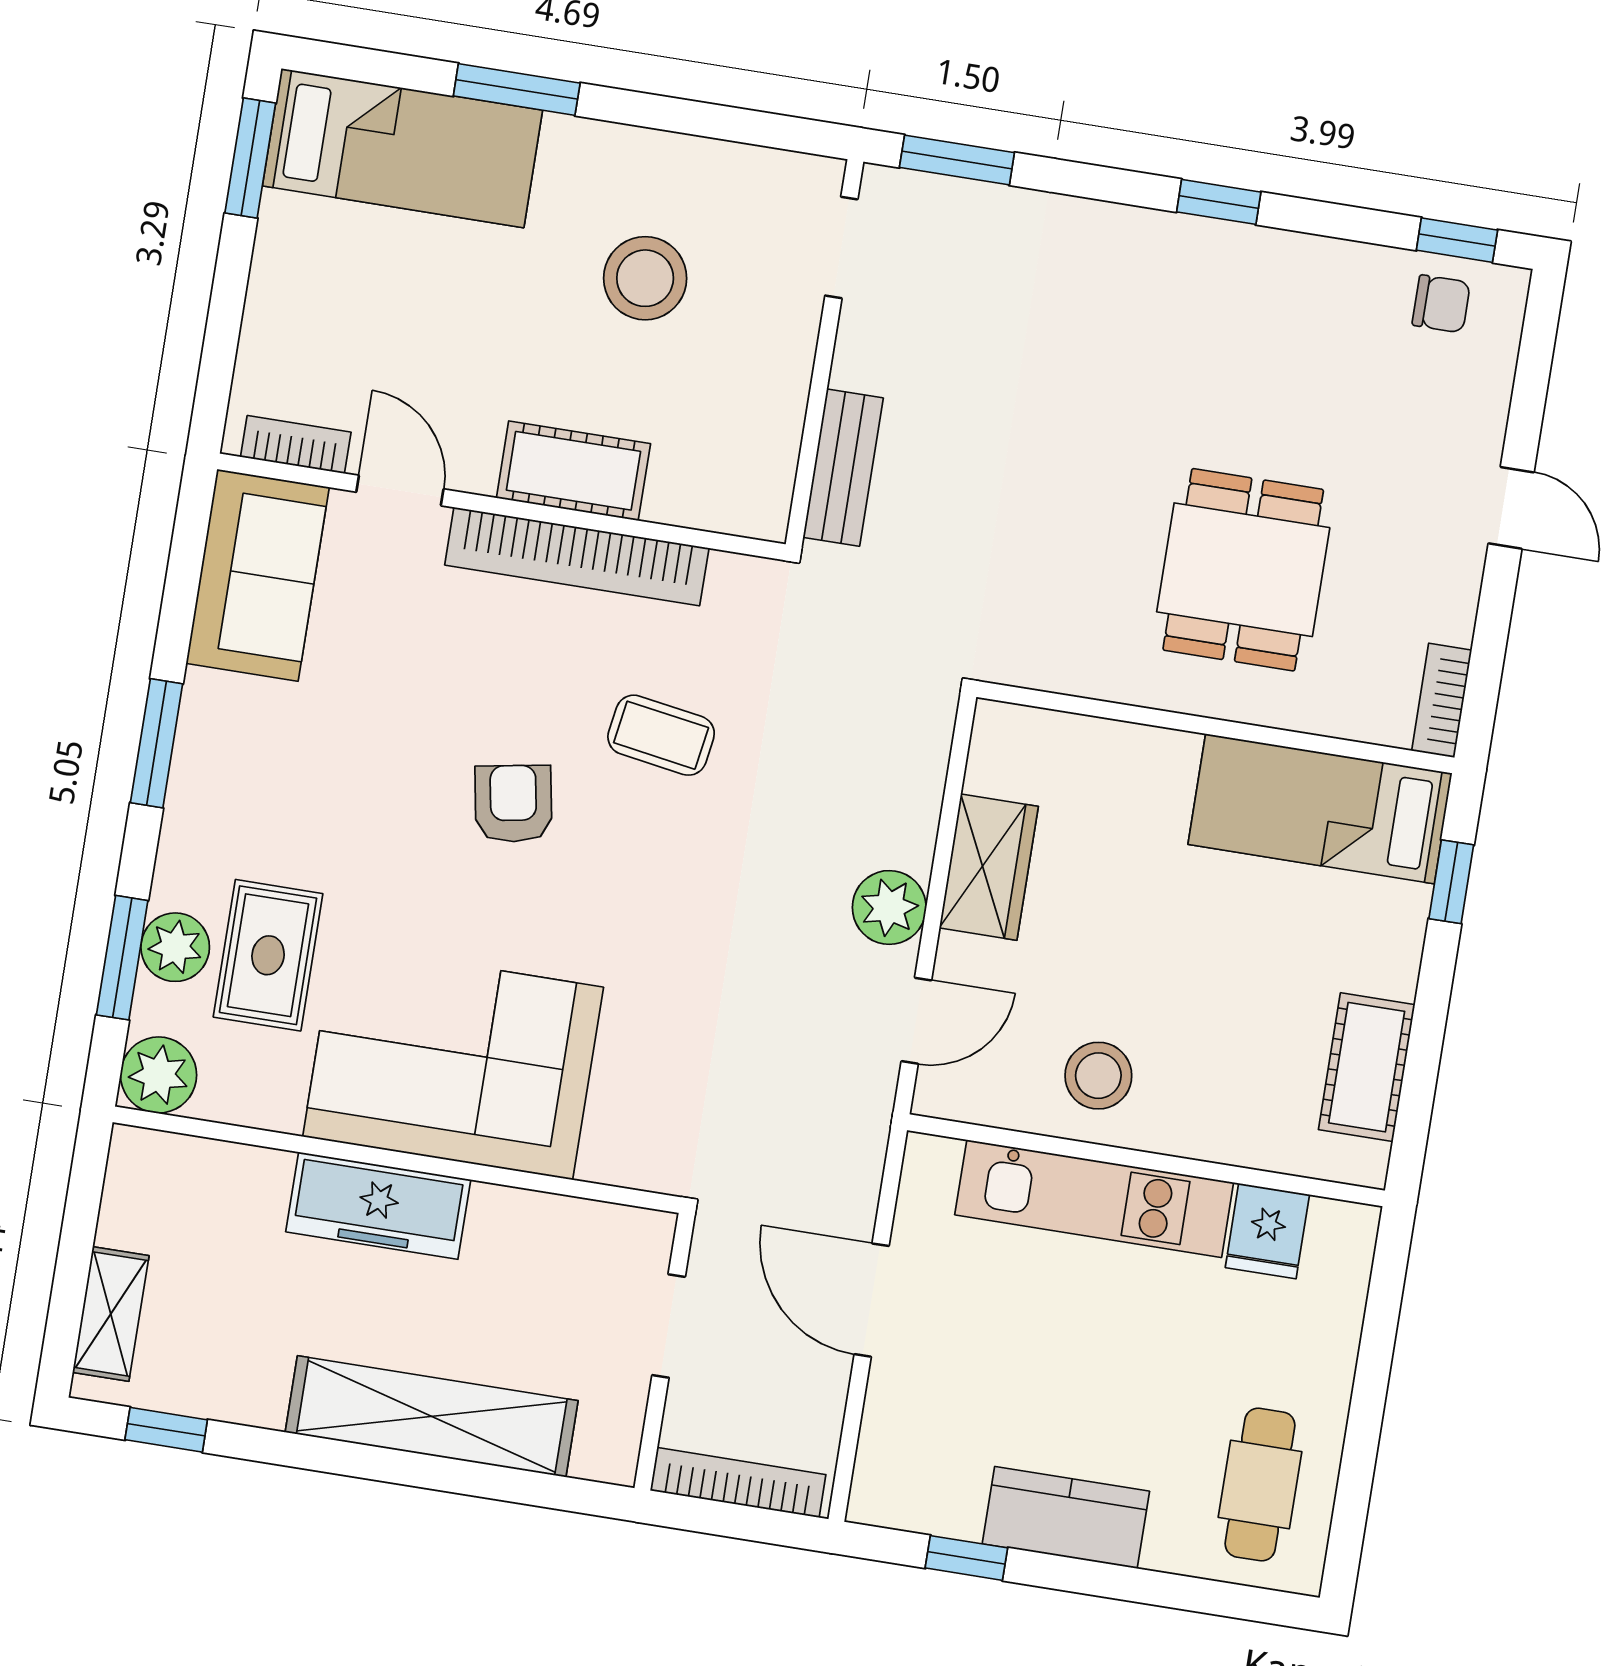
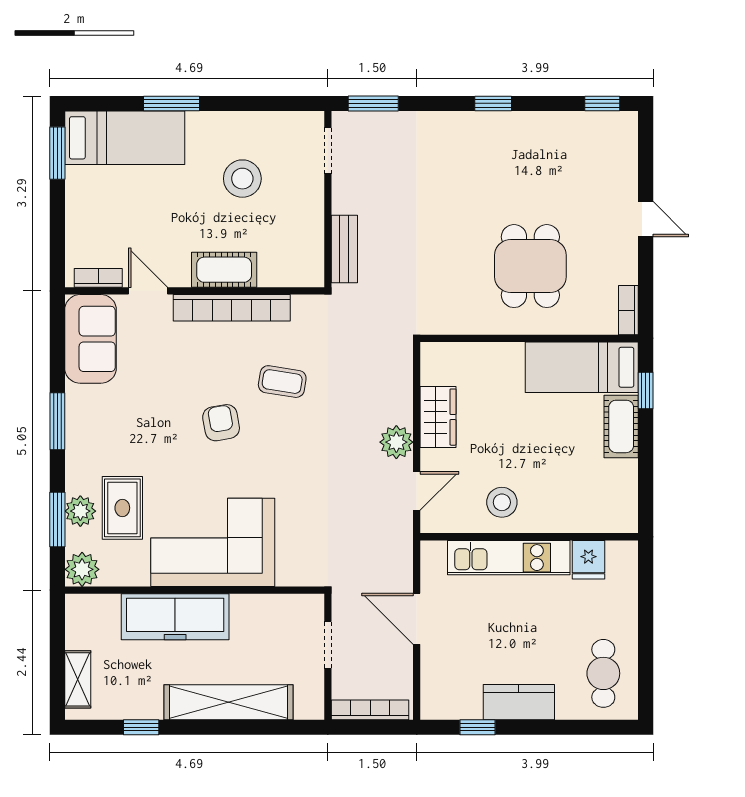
chair: (1441, 304) -> (600, 133), removed
cot: (1367, 1067) -> (621, 426), moved
freezer: (378, 1206) -> (175, 617), width x1.36, depth x1.26
window: (166, 1430) -> (141, 727), moved

